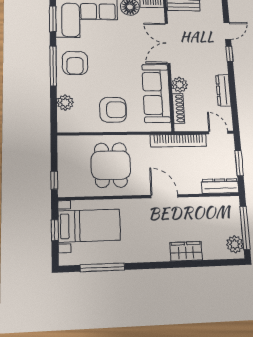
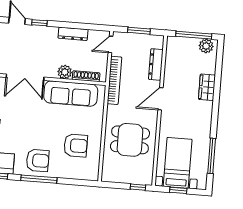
plant: (65, 103) -> (73, 172), removed
armchair: (113, 110) -> (76, 146), moved, turned 90
dresser: (220, 186) -> (156, 64), moved

